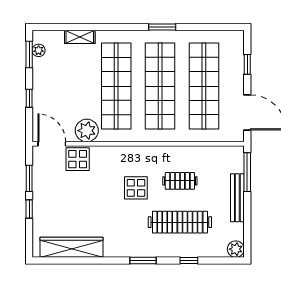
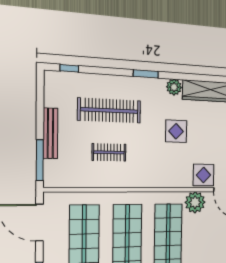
display table: (136, 188) -> (176, 131), moved
plant: (236, 249) -> (174, 87), moved
window: (189, 261) -> (69, 68), moved

